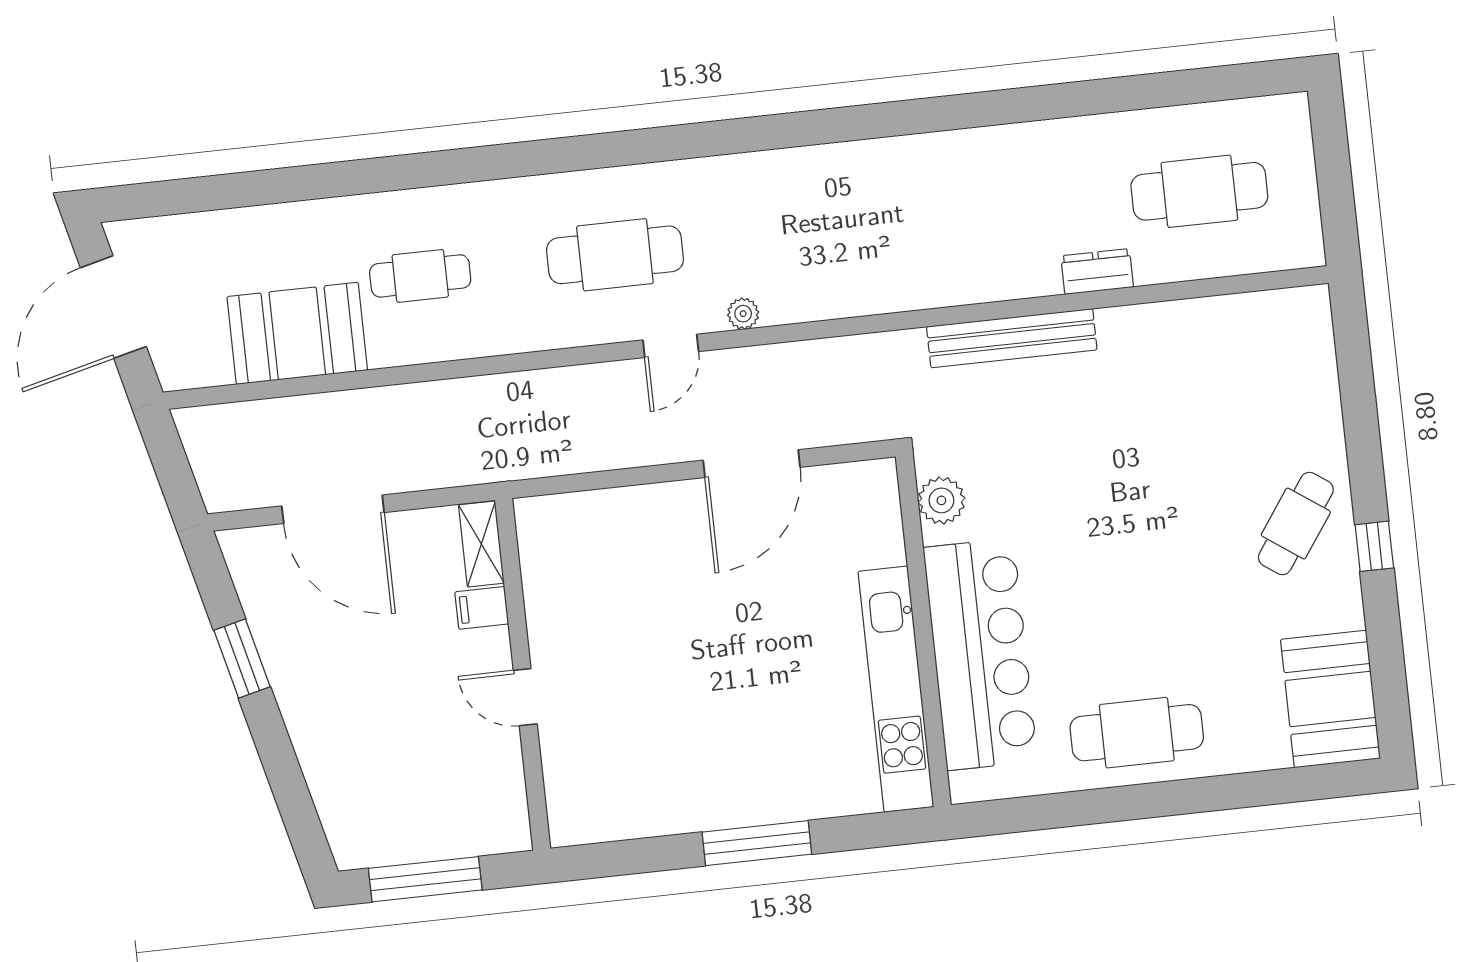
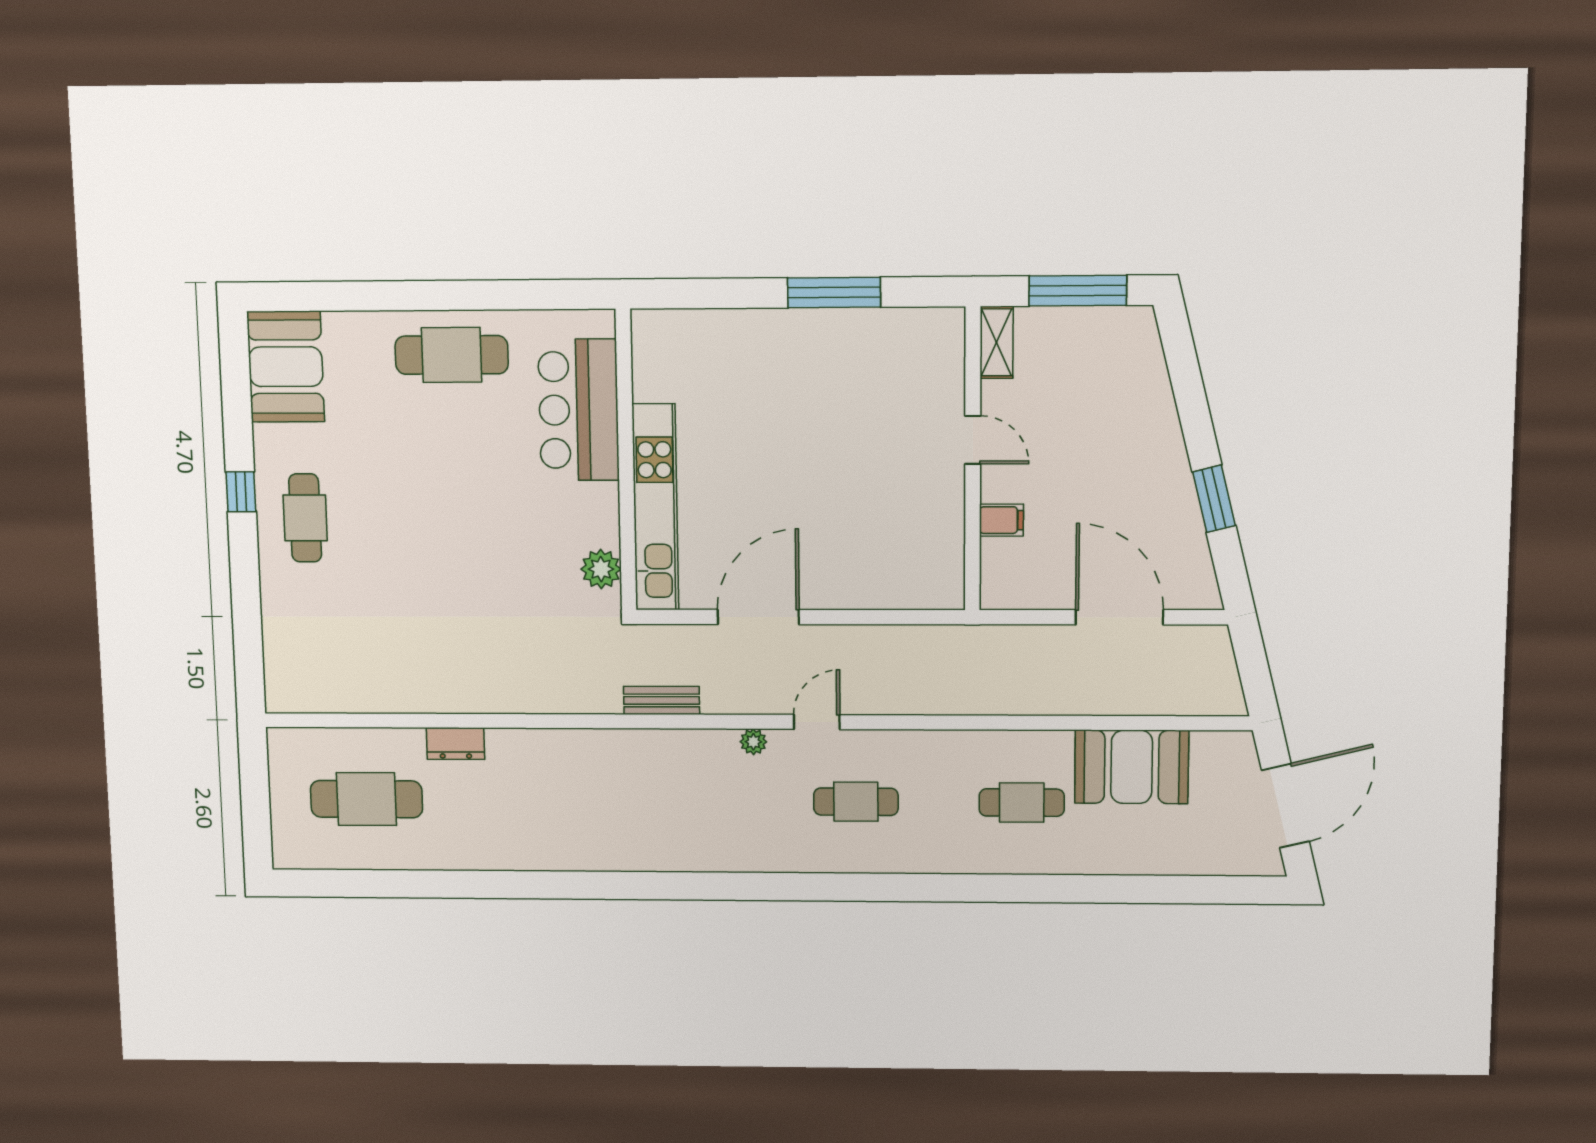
cafe table: (615, 255) -> (856, 802), width x0.73, depth x0.74
bench: (1012, 338) -> (662, 700), moved, width x0.54, depth x0.82
cafe table: (1296, 524) -> (305, 518), turned -35
shelving: (481, 544) -> (997, 342), moved
bar counter: (980, 654) -> (579, 410), width x0.73
kitchen unit: (896, 689) -> (655, 507), moved
window: (757, 843) -> (834, 293), moved

